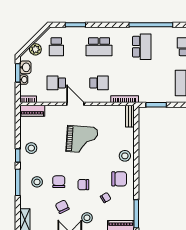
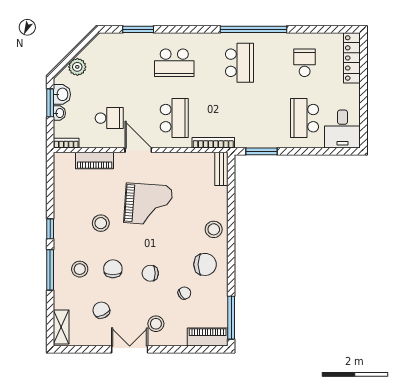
school desk: (56, 47) -> (109, 63), removed
school desk: (56, 83) -> (109, 118), turned 180
school desk: (99, 83) -> (174, 118), width x1.85
piano: (32, 111) -> (95, 161), moved
stool: (31, 148) -> (101, 223), moved
chair: (62, 207) -> (101, 310), moved

